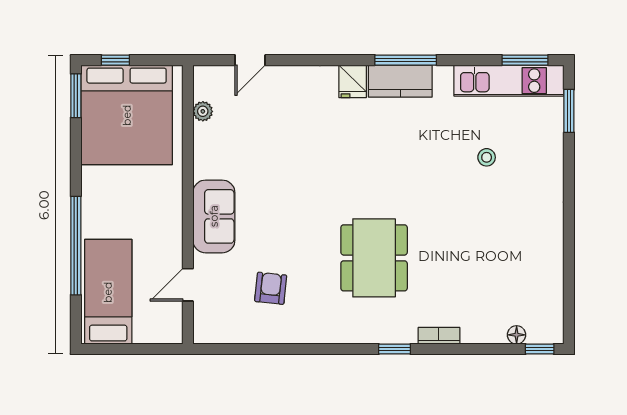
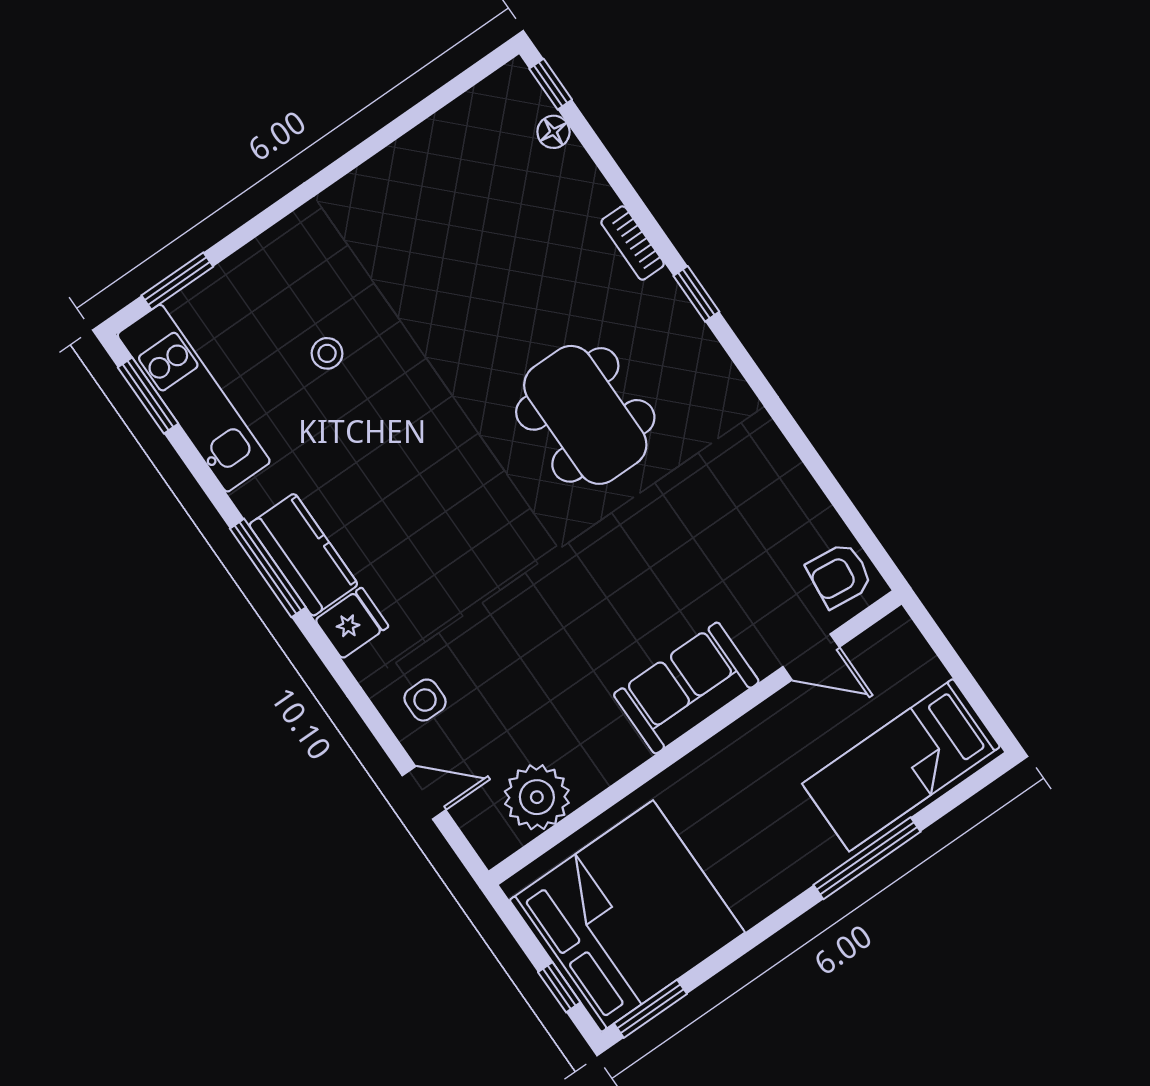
side table: (293, 91) -> (425, 700), added
plant: (203, 111) -> (537, 797), width x1.88, depth x1.88
window: (76, 246) -> (867, 858), width x0.68
dining table: (374, 258) -> (585, 415), turned 90
armchair: (271, 288) -> (839, 575), moved

